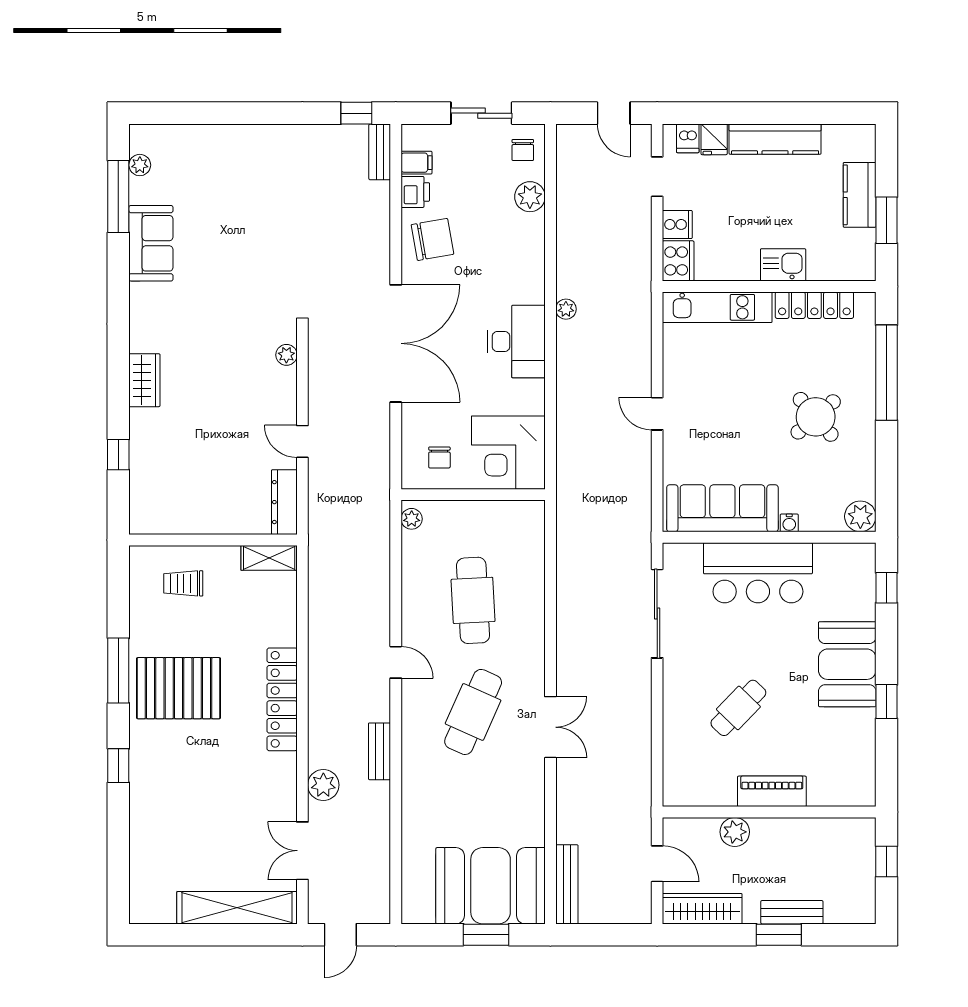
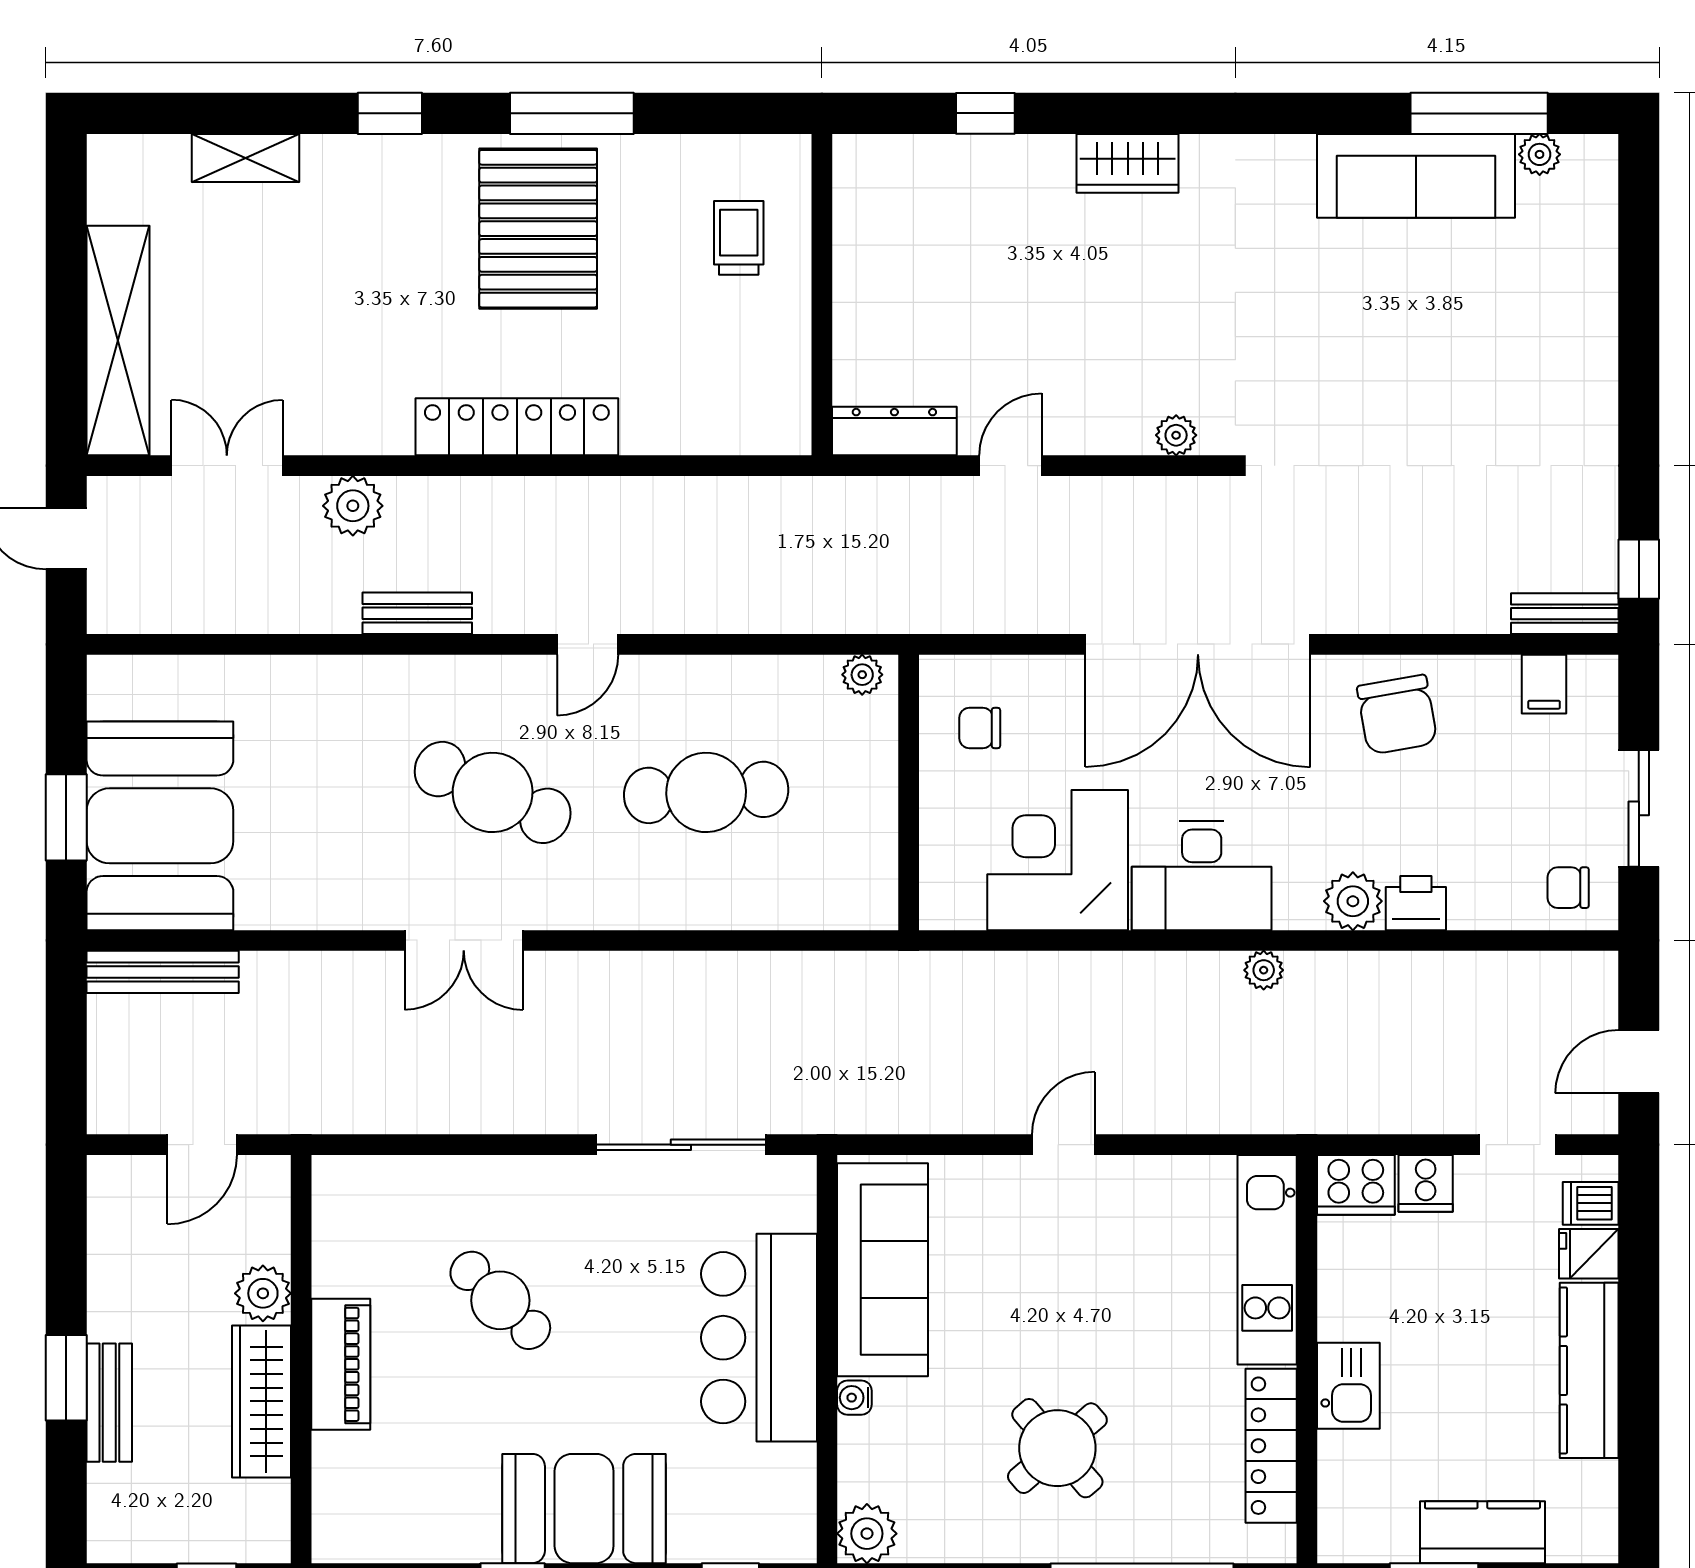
printer: (415, 192) -> (1416, 903), moved, turned 180
plant: (530, 197) -> (1353, 901), moved
sofa: (151, 243) -> (1416, 176), width x1.36
corner desk: (508, 453) -> (1058, 860), moved
shelving: (269, 558) -> (246, 158), moved, turned 90
wardrobe: (702, 909) -> (261, 1401), moved, turned 180

